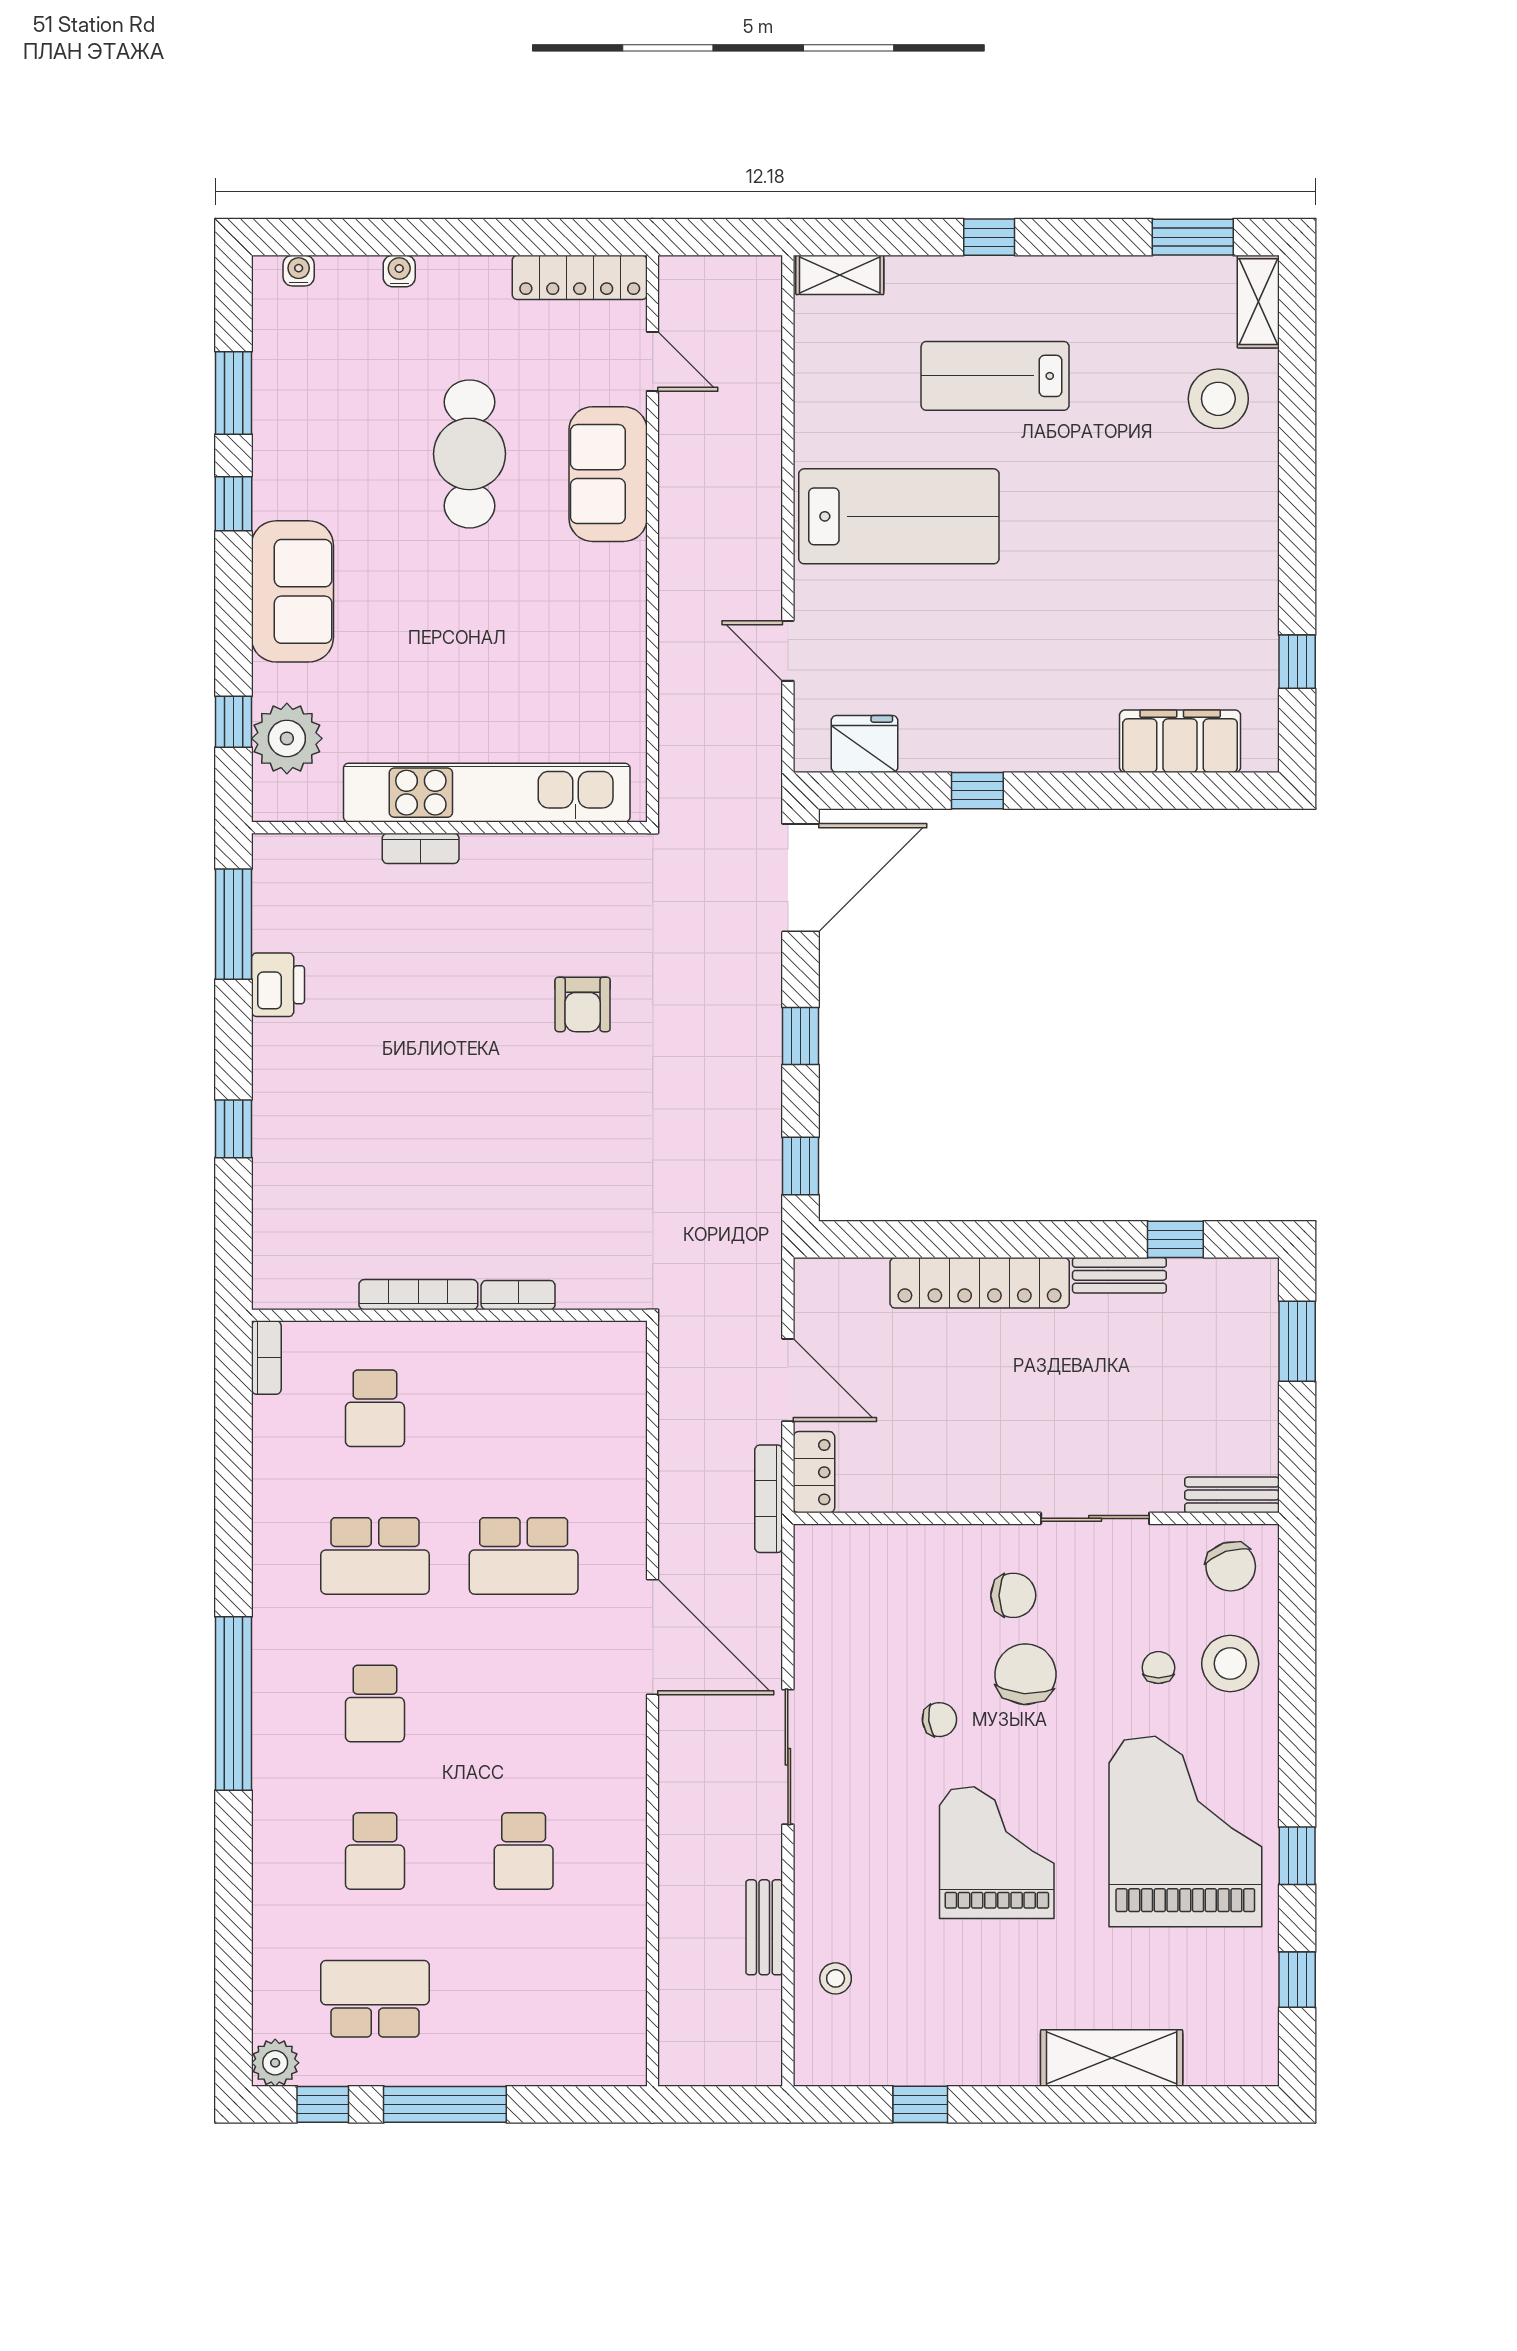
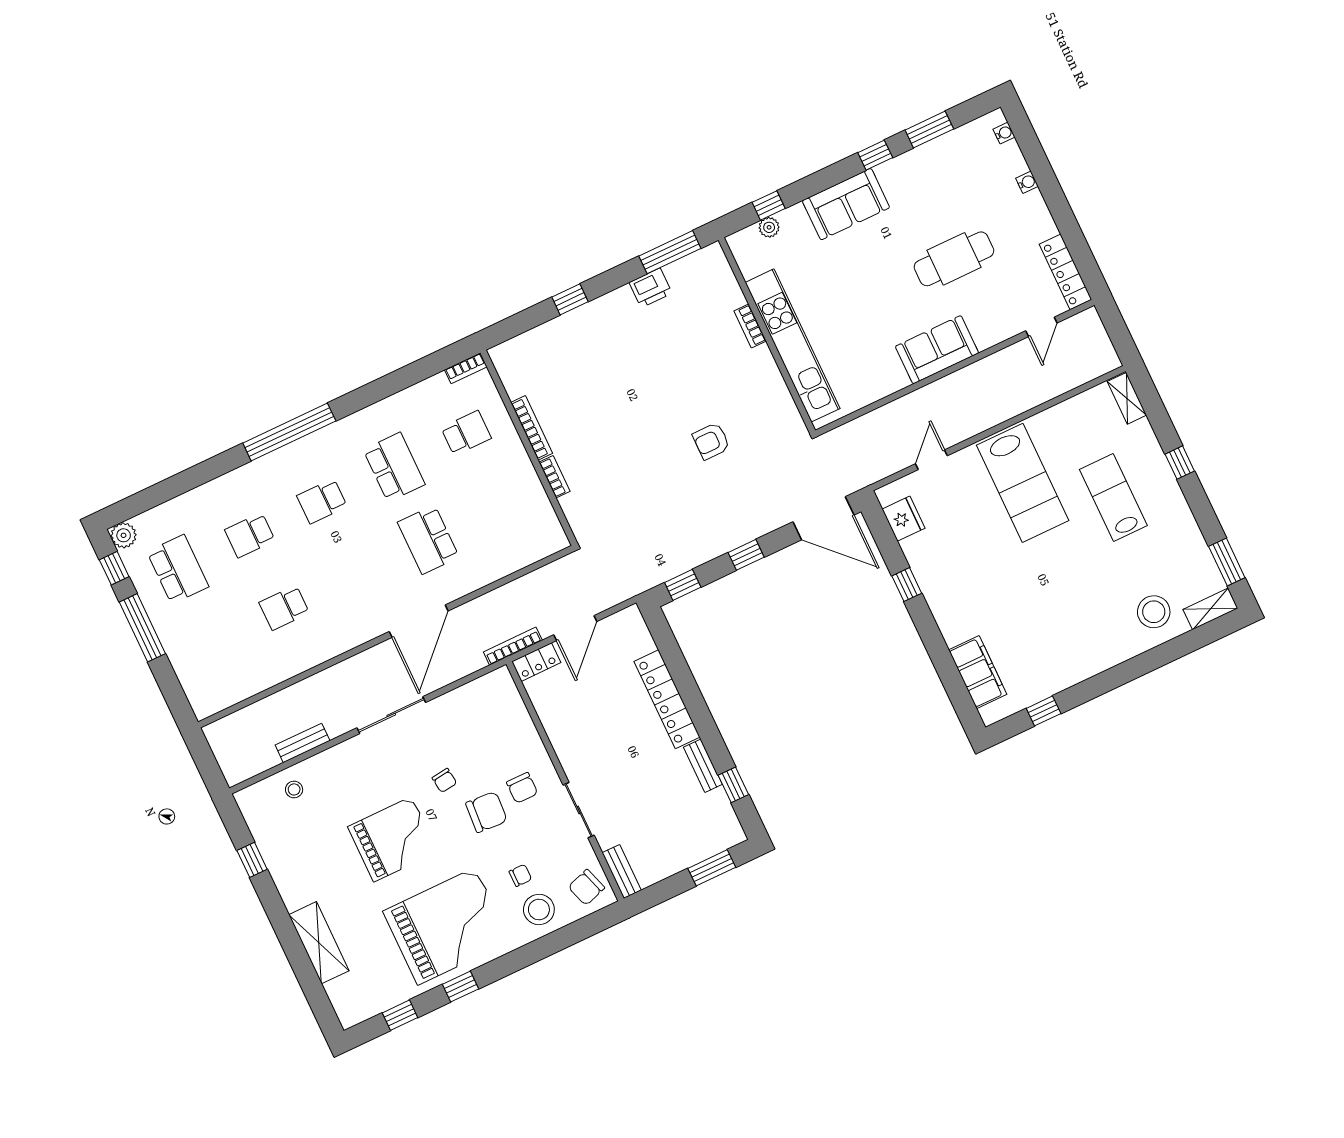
sofa: (608, 474) -> (937, 350), moved
plant: (287, 738) -> (769, 227), width x0.53, depth x0.53
school desk: (375, 1408) -> (466, 433), turned 180
school desk: (375, 1556) -> (394, 467), turned 180

